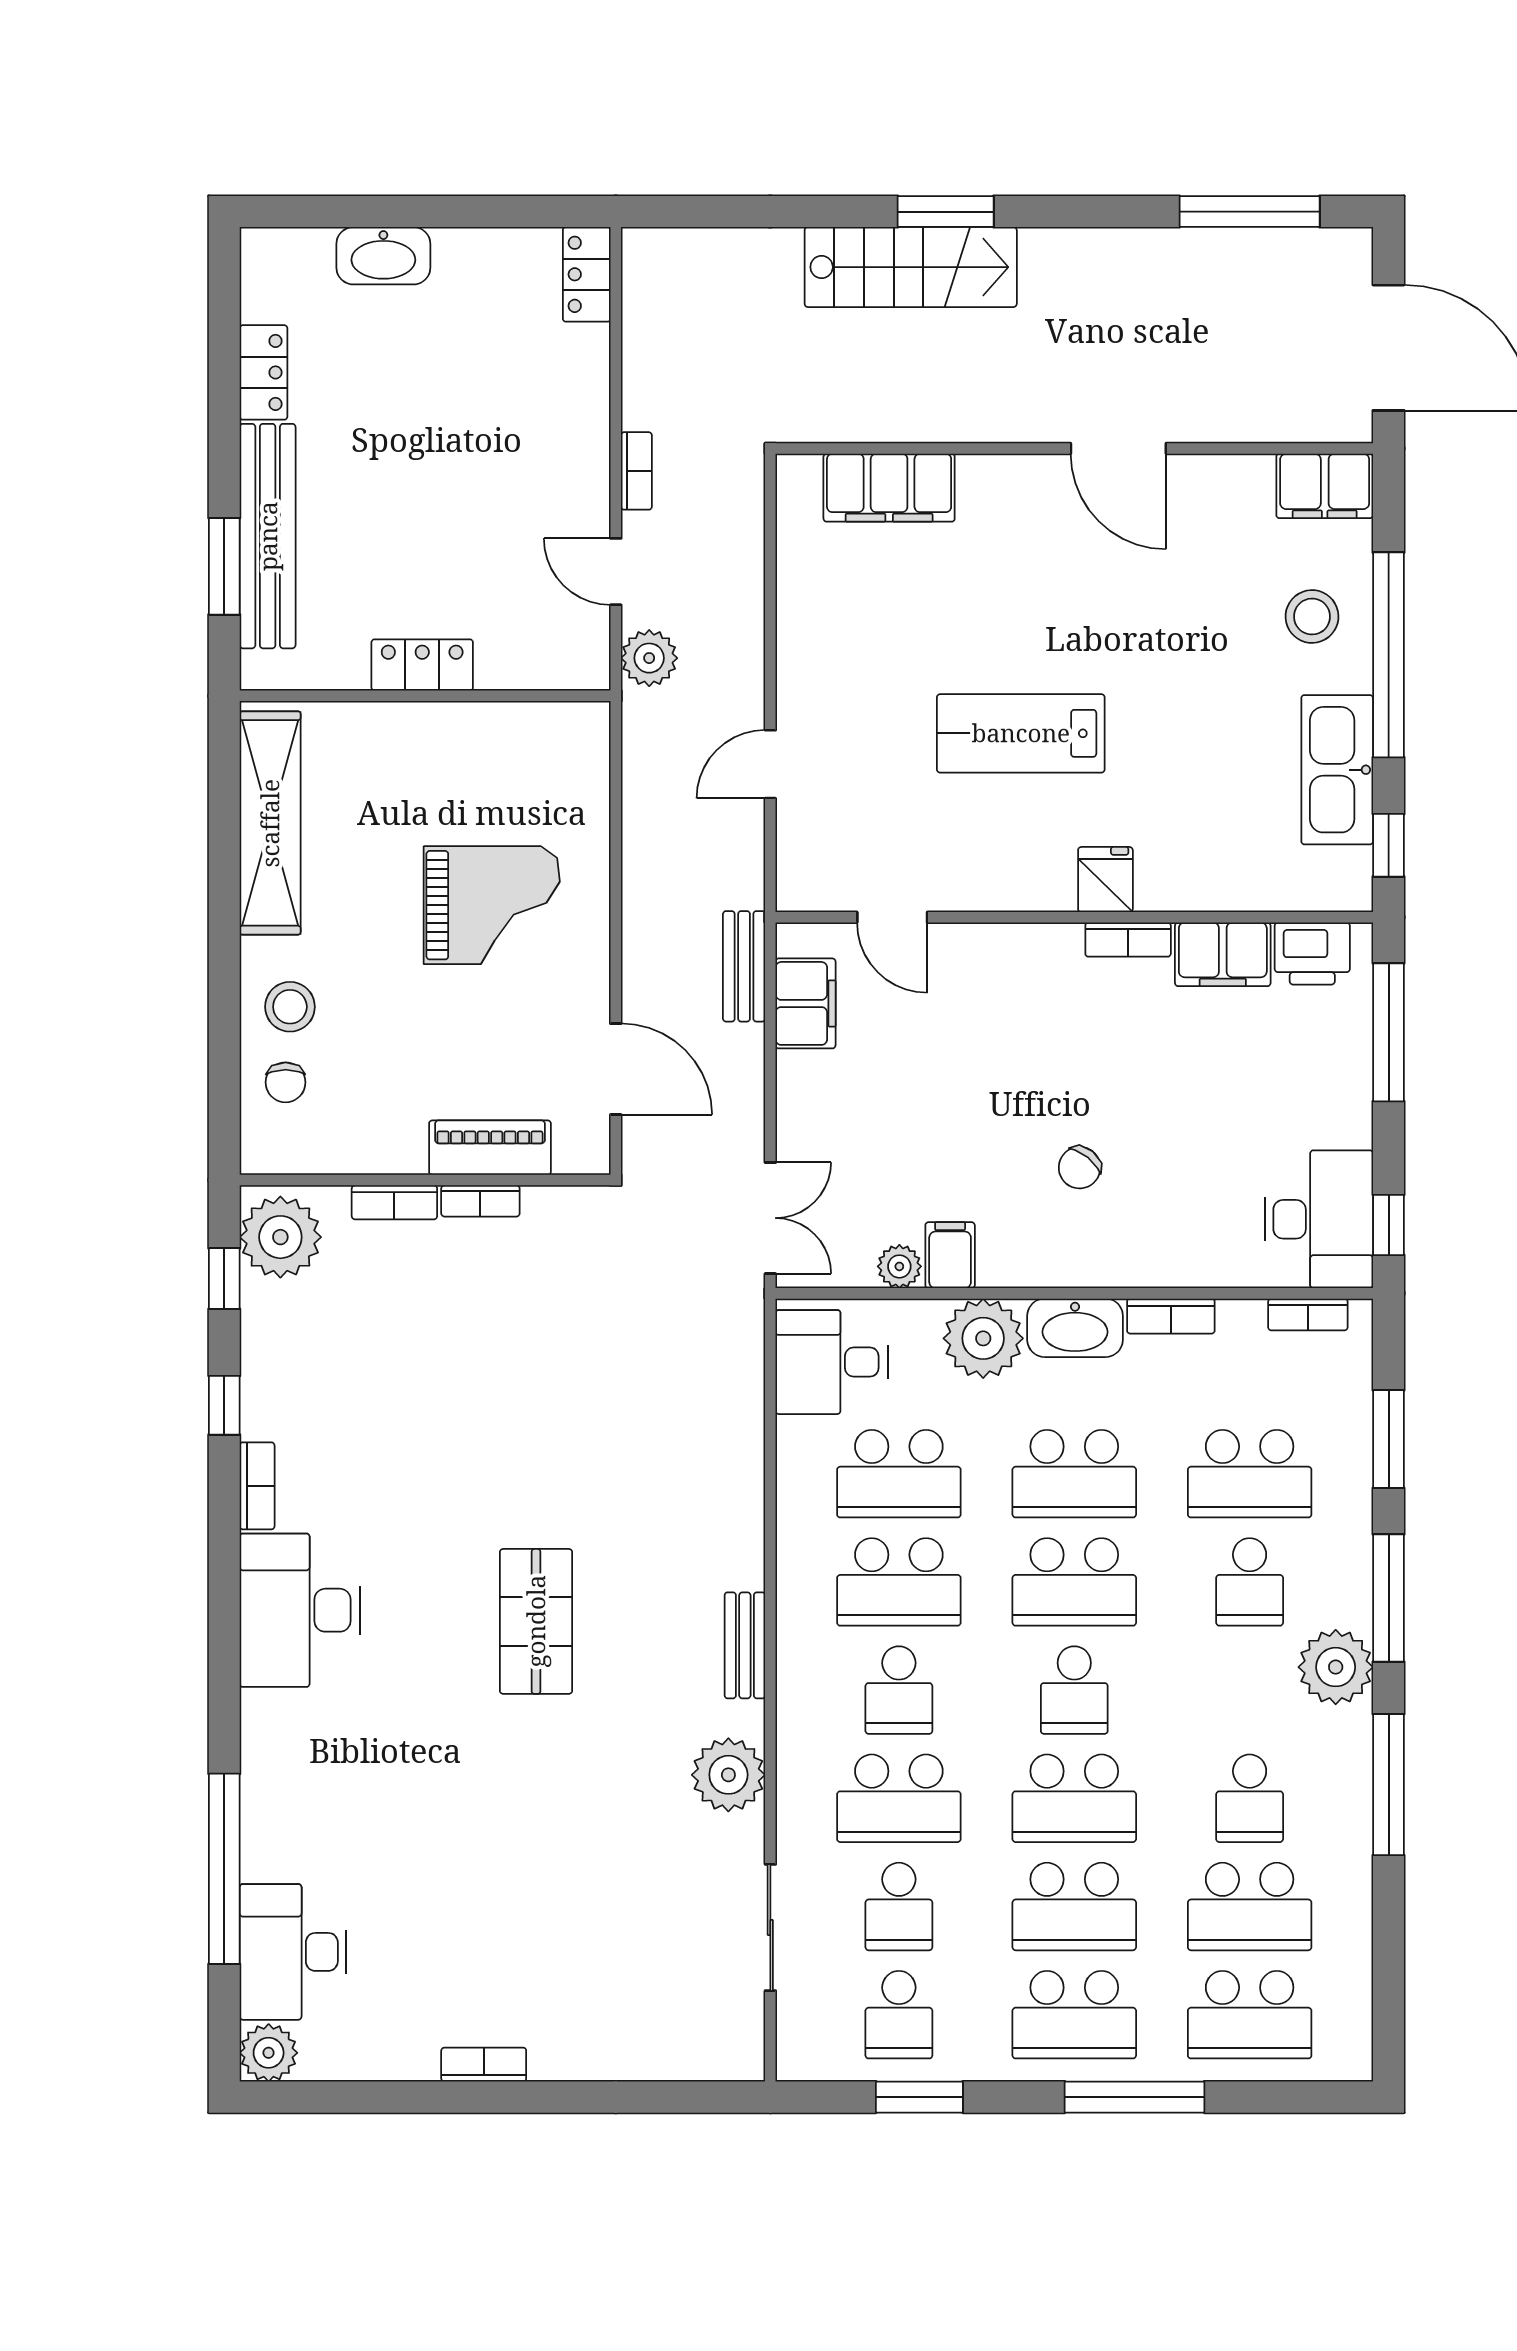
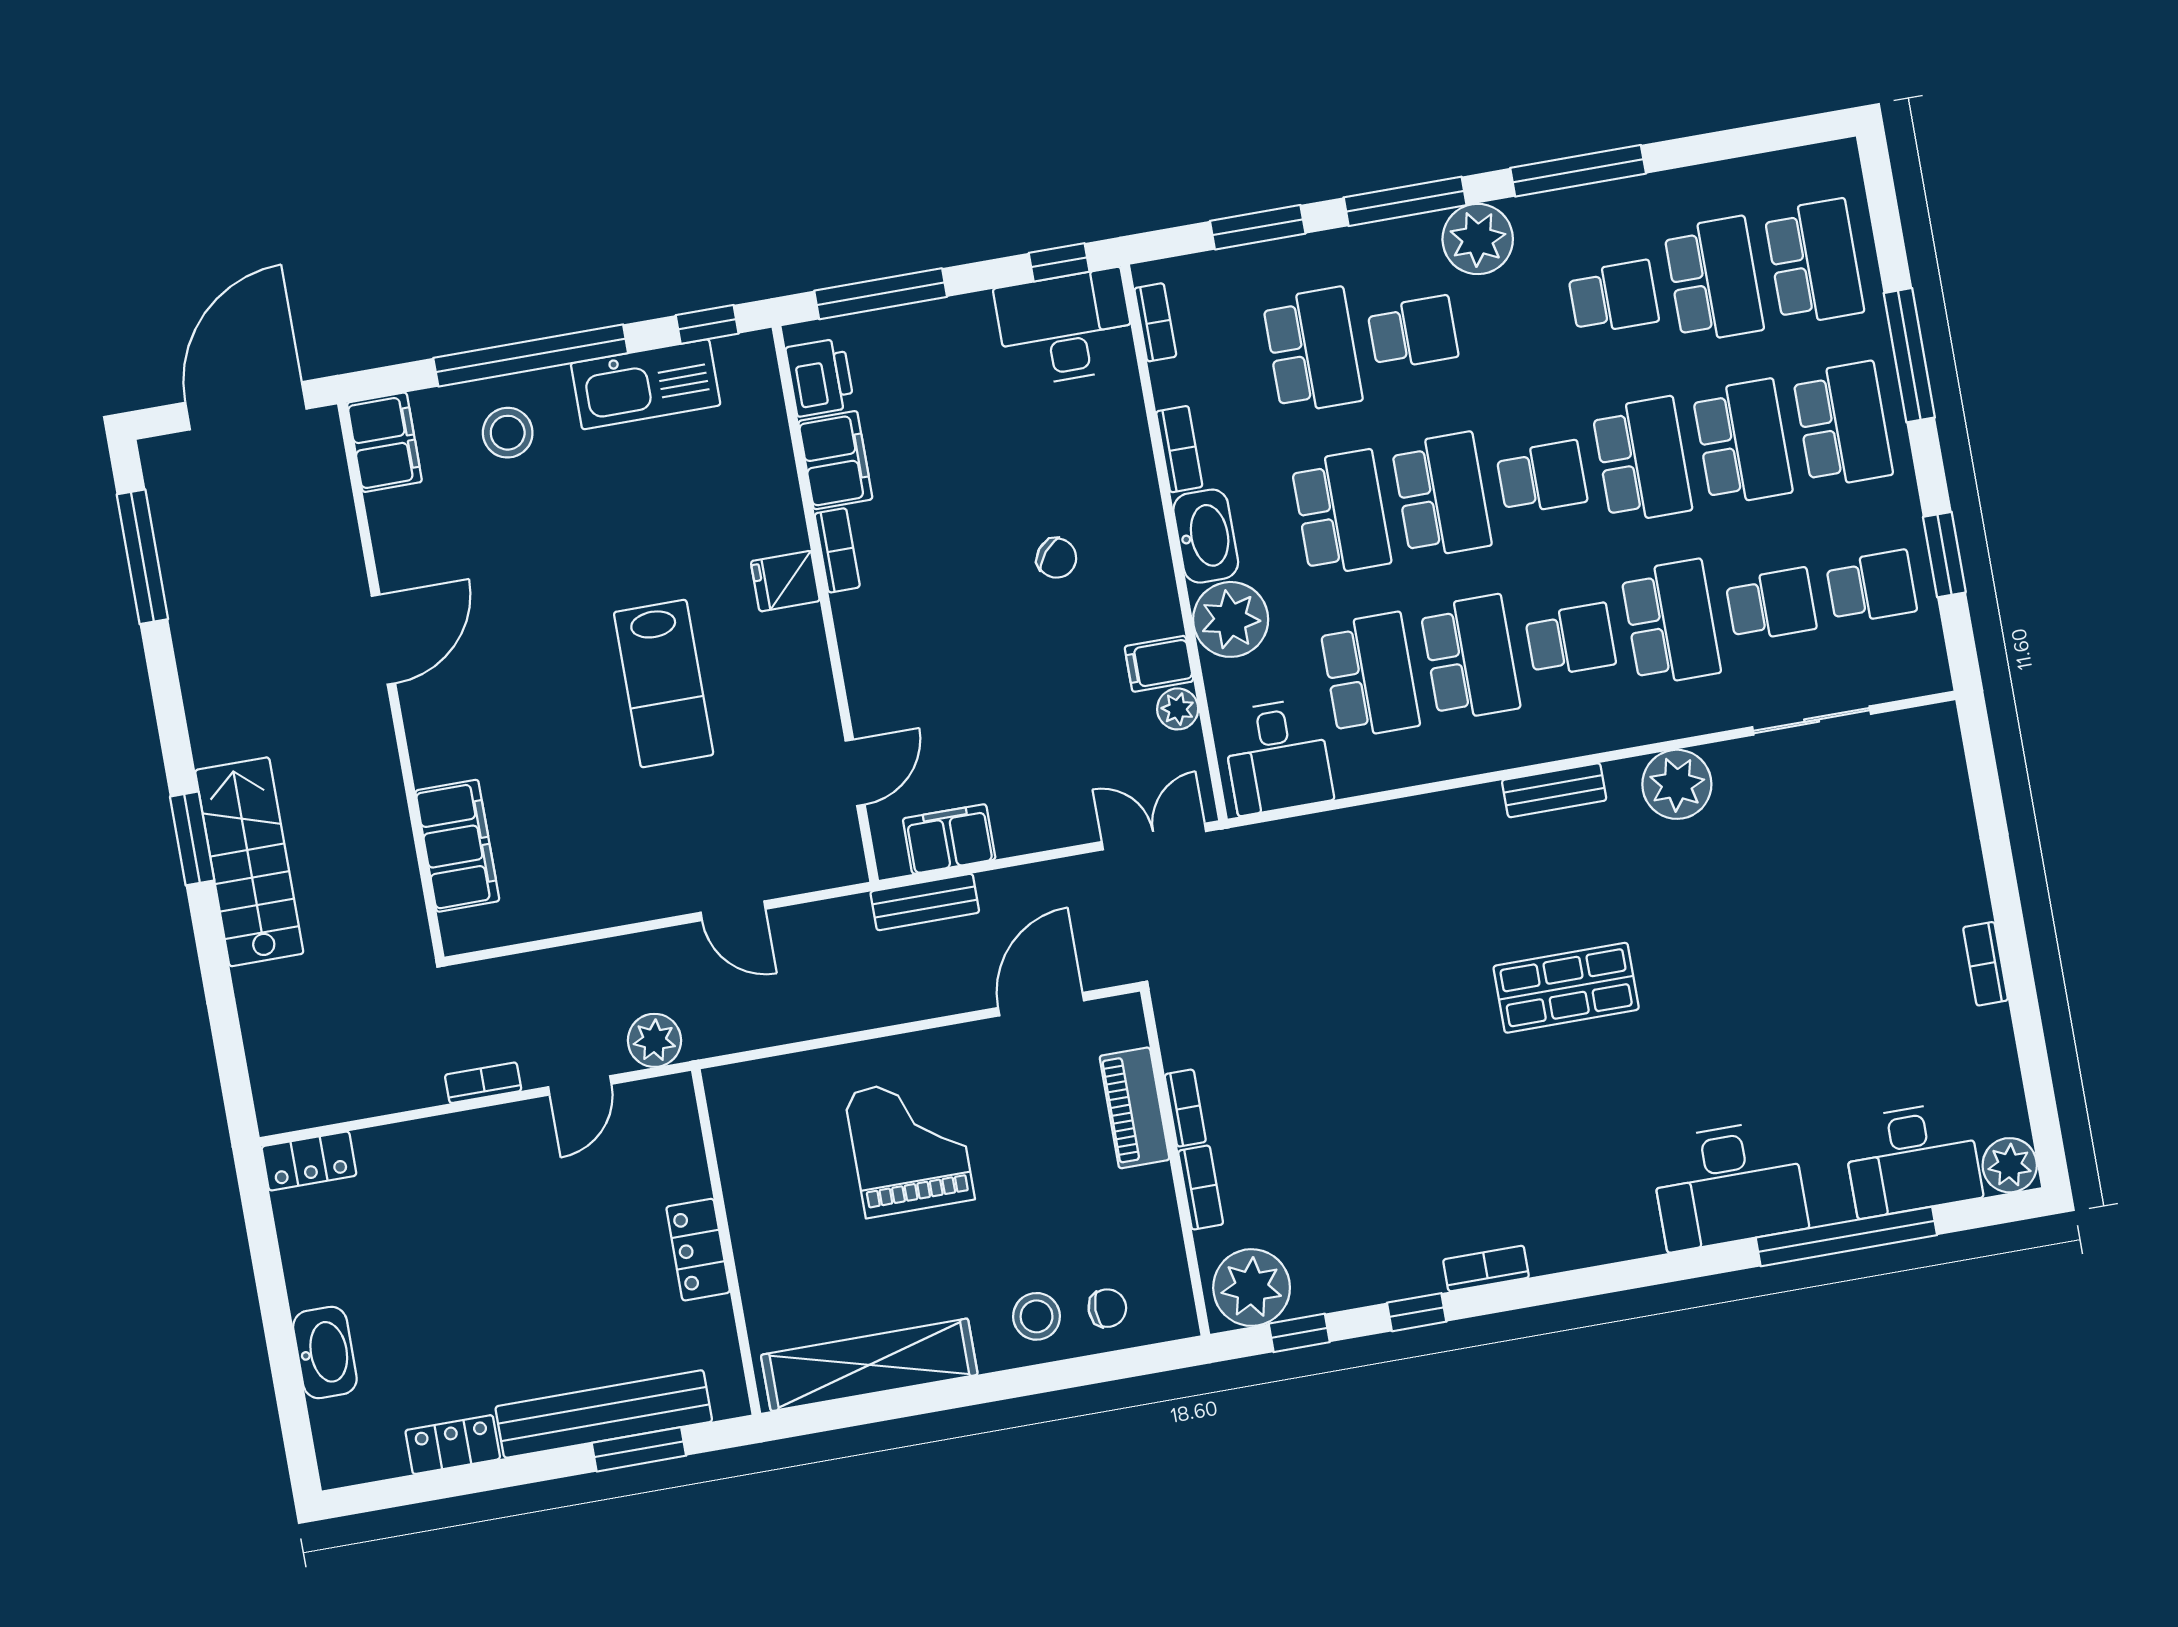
desk: (300, 1610) -> (1729, 1185), moved

